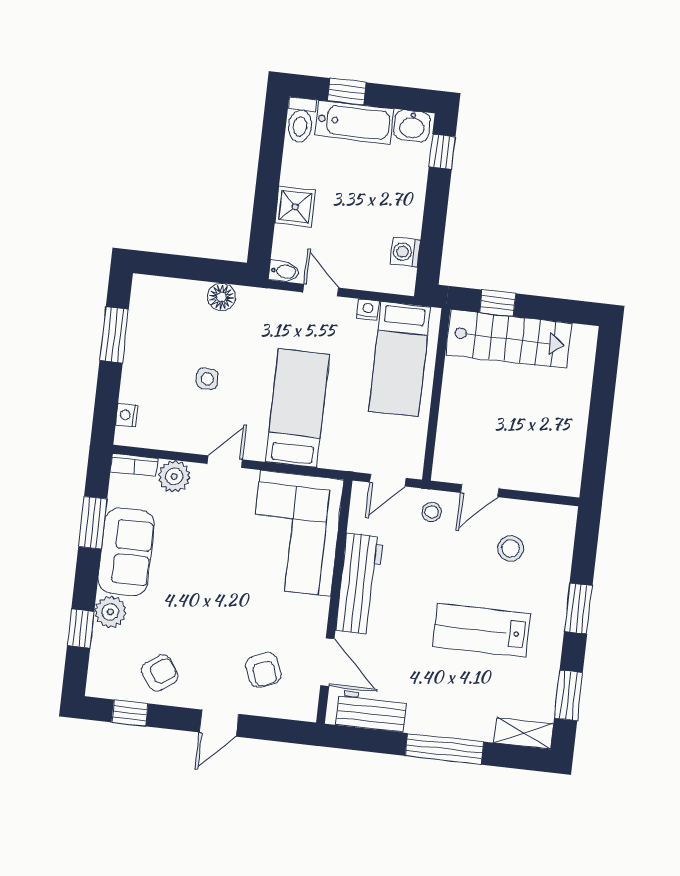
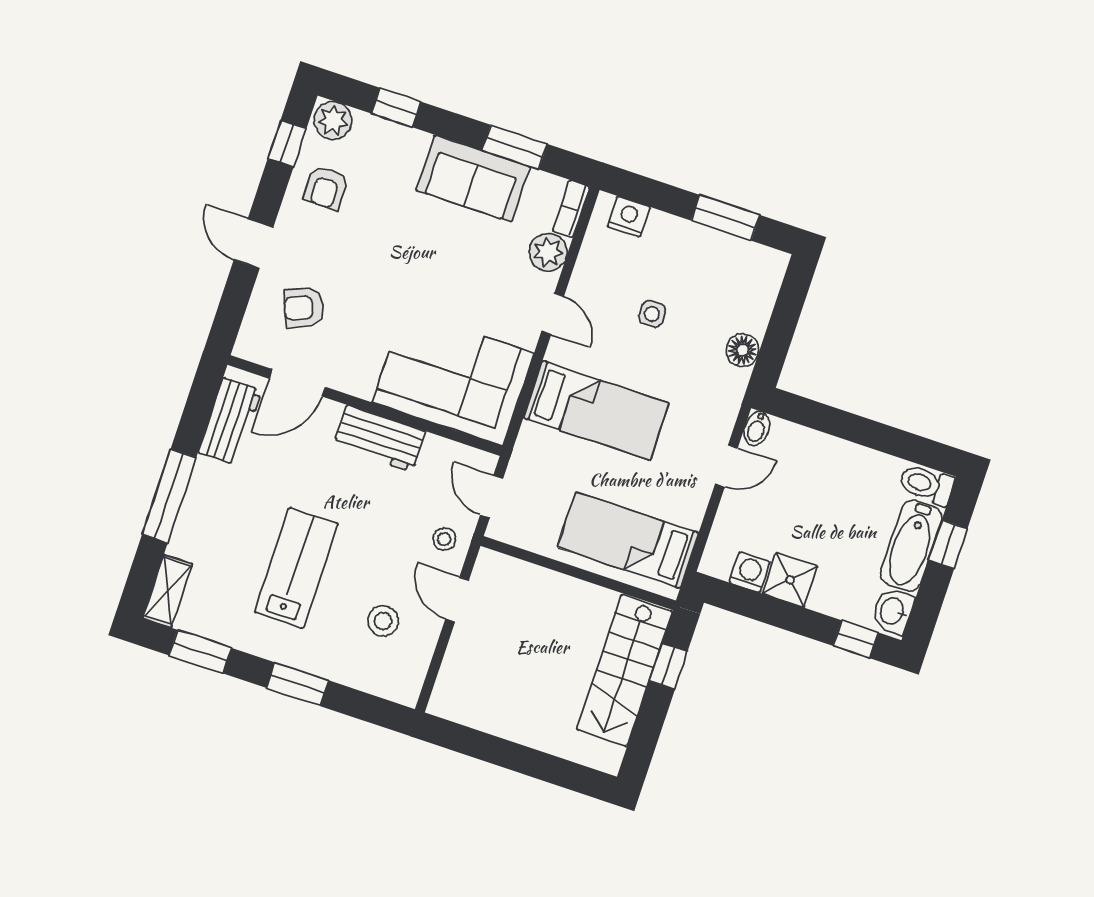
shower: (295, 207) -> (790, 580), moved
nightstand: (368, 310) -> (692, 515), removed
nightstand: (127, 415) -> (629, 217), width x1.39, depth x1.35
workbench: (359, 584) -> (380, 439), width x0.73
plant: (110, 612) -> (333, 120), moved
armchair: (160, 673) -> (326, 188), turned 35

